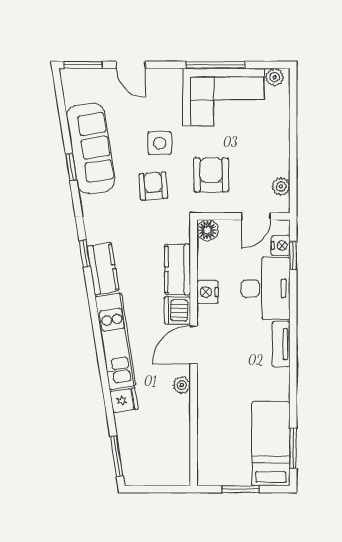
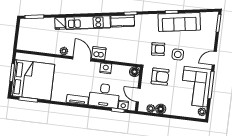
door: (131, 65) -> (214, 58), moved
floor lamp: (279, 165) -> (161, 109), added
kitchen counter: (178, 269) -> (118, 56), removed
bed: (271, 444) -> (33, 80), width x2.04

